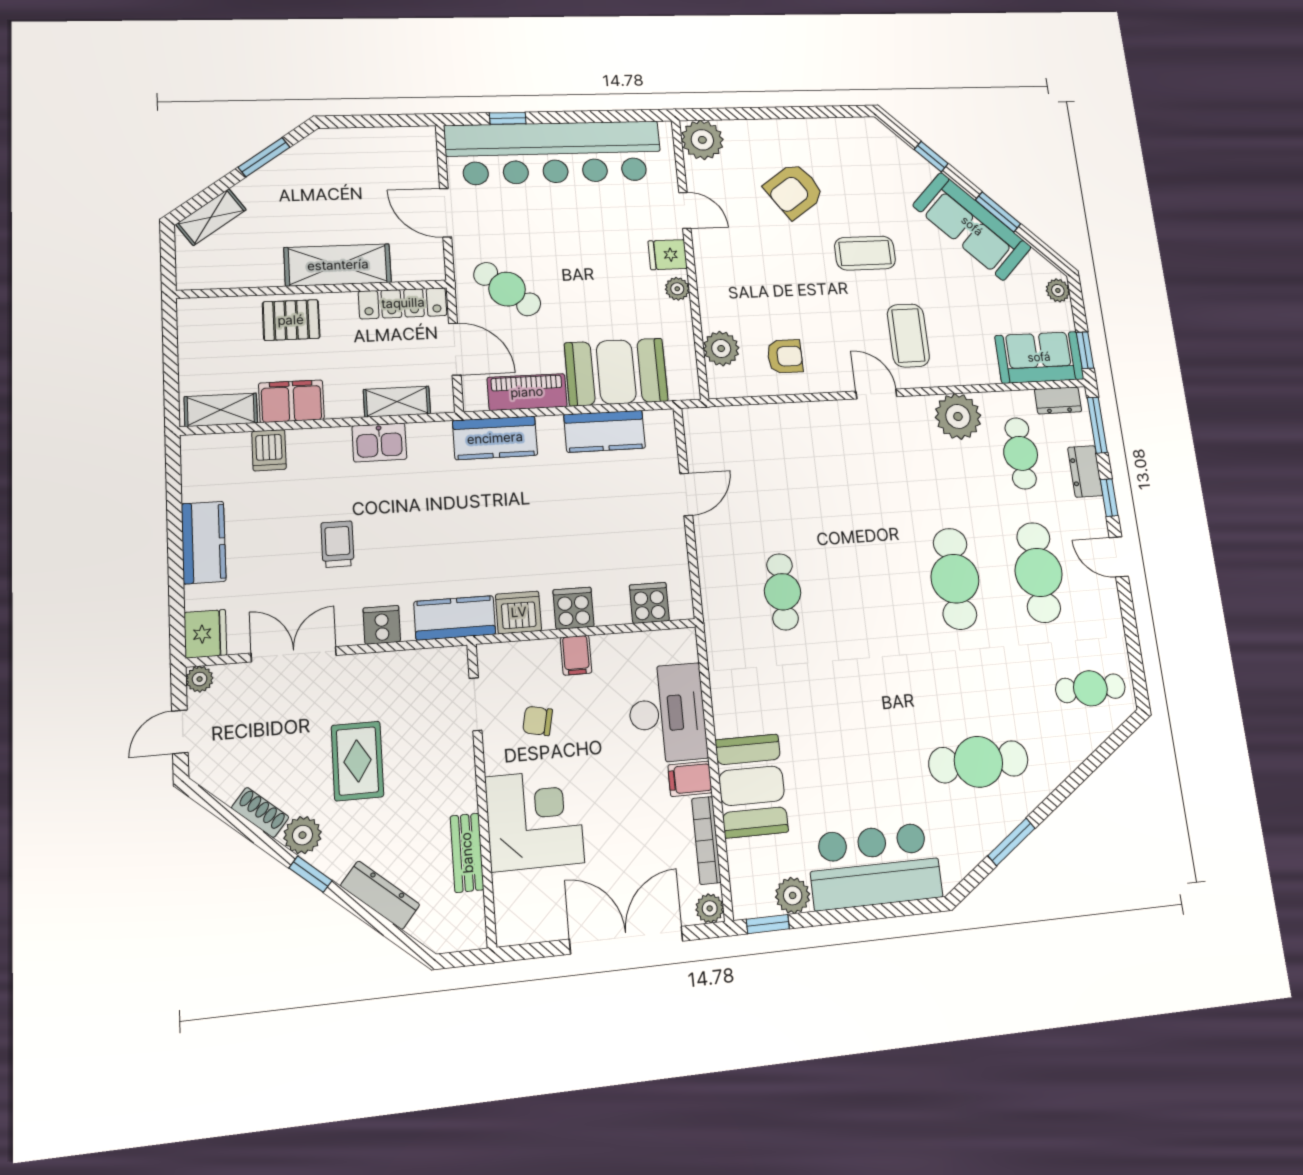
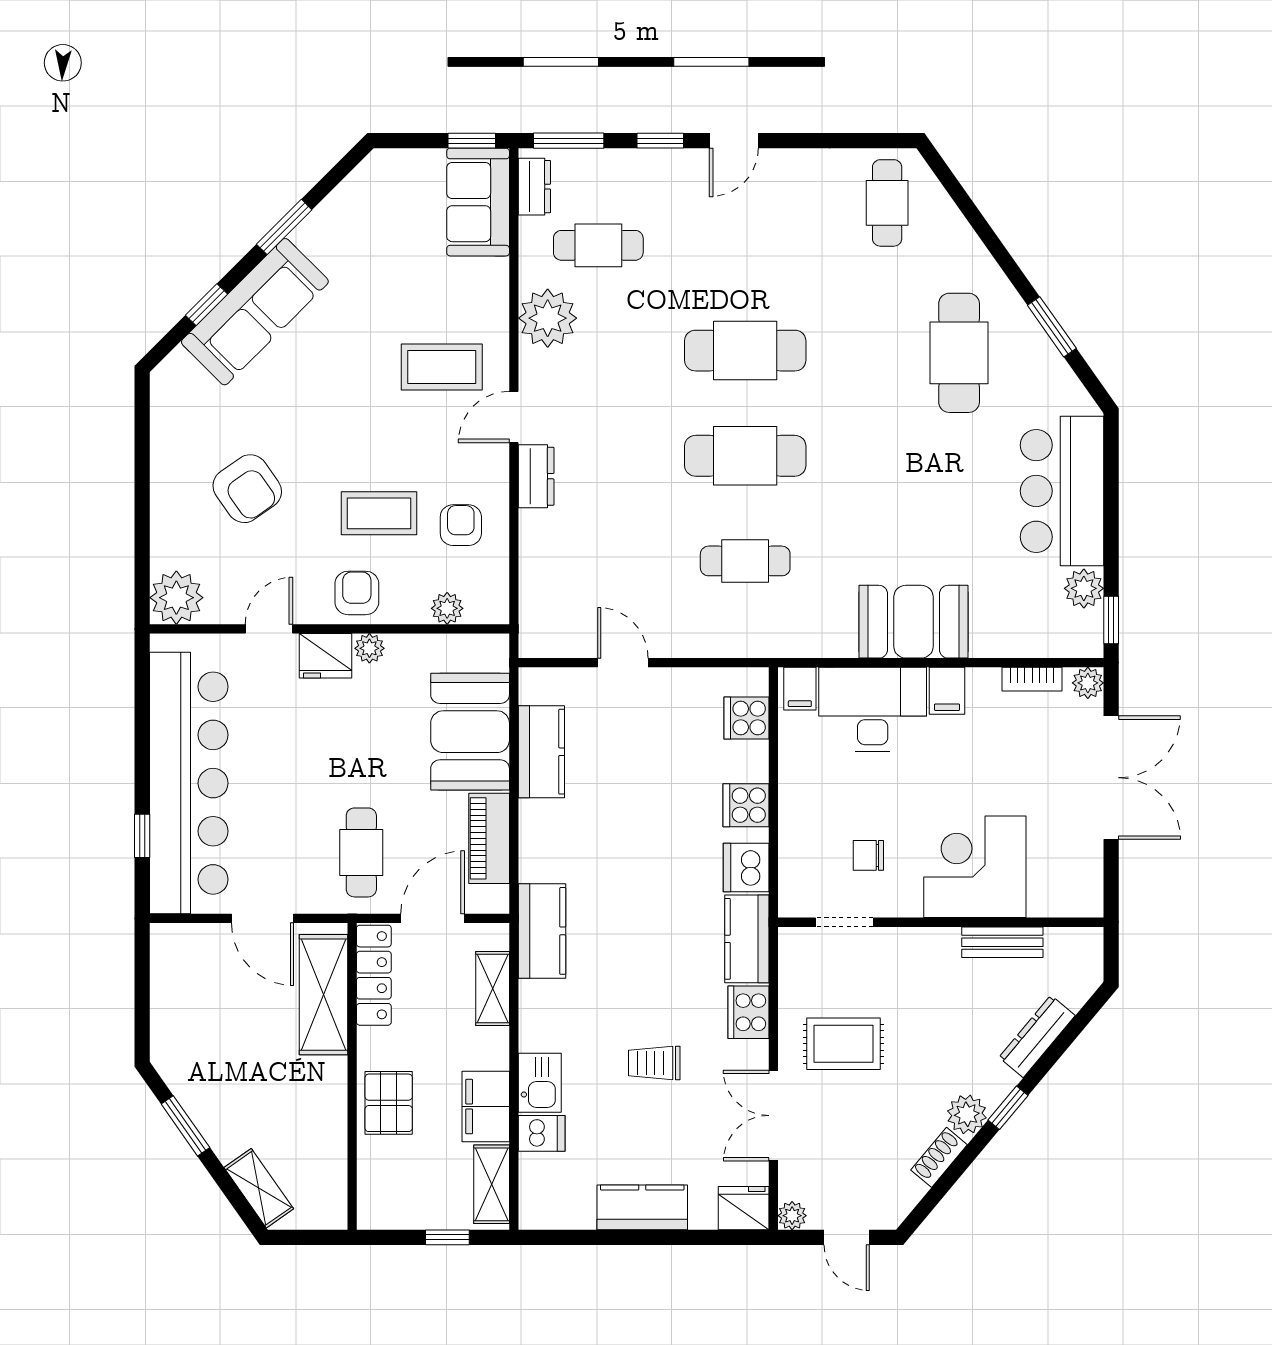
door: (446, 213) -> (263, 918), hinge flipped
sofa: (972, 226) -> (255, 312), moved
coffee table: (865, 253) -> (379, 513), moved, turned 90
fridge: (668, 255) -> (326, 656), width x1.38
shelving: (338, 265) -> (323, 995), moved
armchair: (721, 277) -> (357, 593), added
cafe table: (507, 289) -> (361, 852), turned -40
plant: (1058, 290) -> (392, 164), removed
plant: (721, 348) -> (447, 608), width x0.73, depth x0.73
window: (171, 375) -> (447, 1237), added
kitchen counter: (495, 438) -> (542, 931), moved
kitchen sink: (379, 442) -> (540, 1083), moved
dresser: (1085, 471) -> (536, 476), moved, turned -90
cafe table: (1039, 572) -> (745, 456), moved
cooker: (382, 625) -> (748, 1012), width x1.36
filing cabinet: (576, 655) -> (800, 689), moved, turned 90
chair: (538, 721) -> (868, 855), turned 78
rug: (357, 761) -> (844, 1044), moved
booth: (752, 786) -> (913, 622), moved
bookcase: (706, 840) -> (1032, 679), width x0.64
double door: (626, 940) -> (1111, 778), swing flipped

